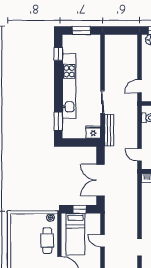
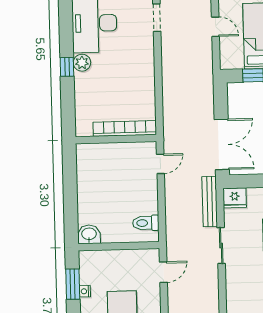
door: (140, 155) -> (160, 164), hinge flipped
double door: (100, 180) -> (222, 144), moved

